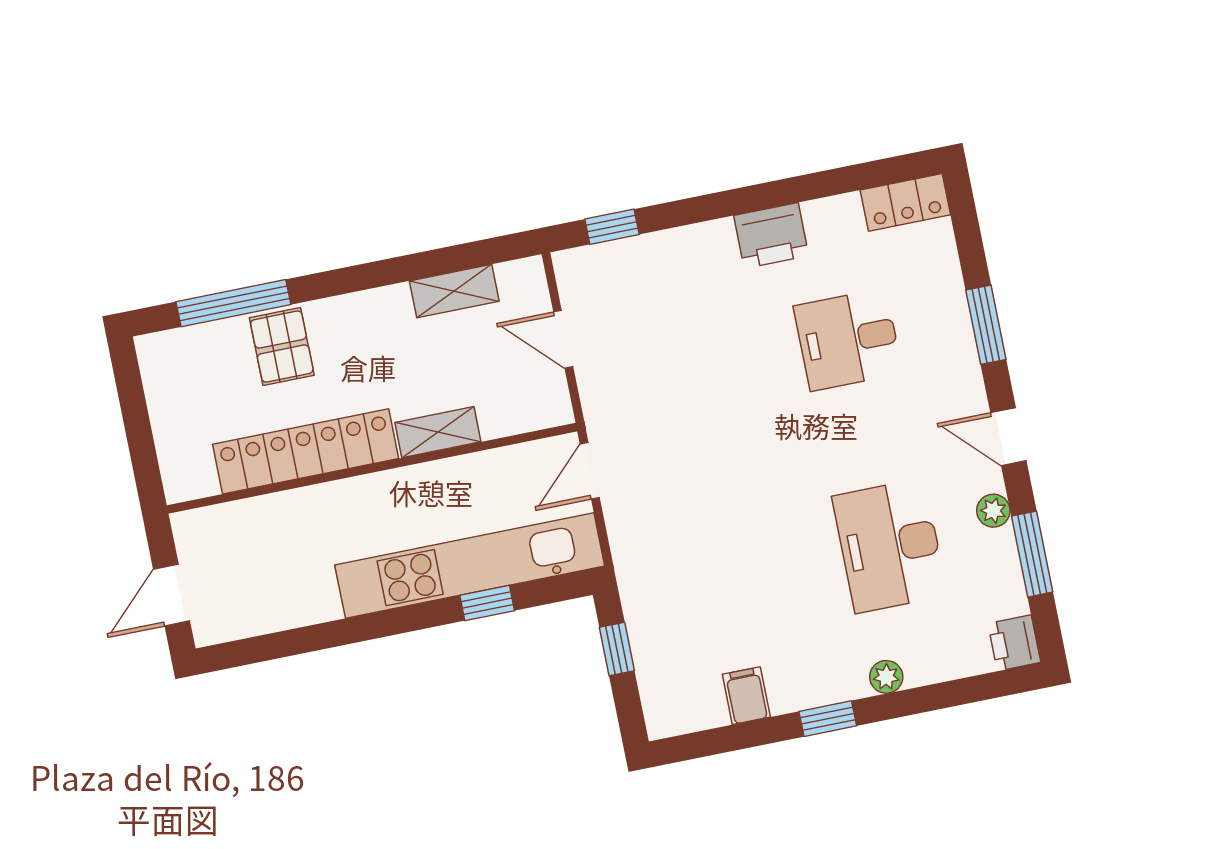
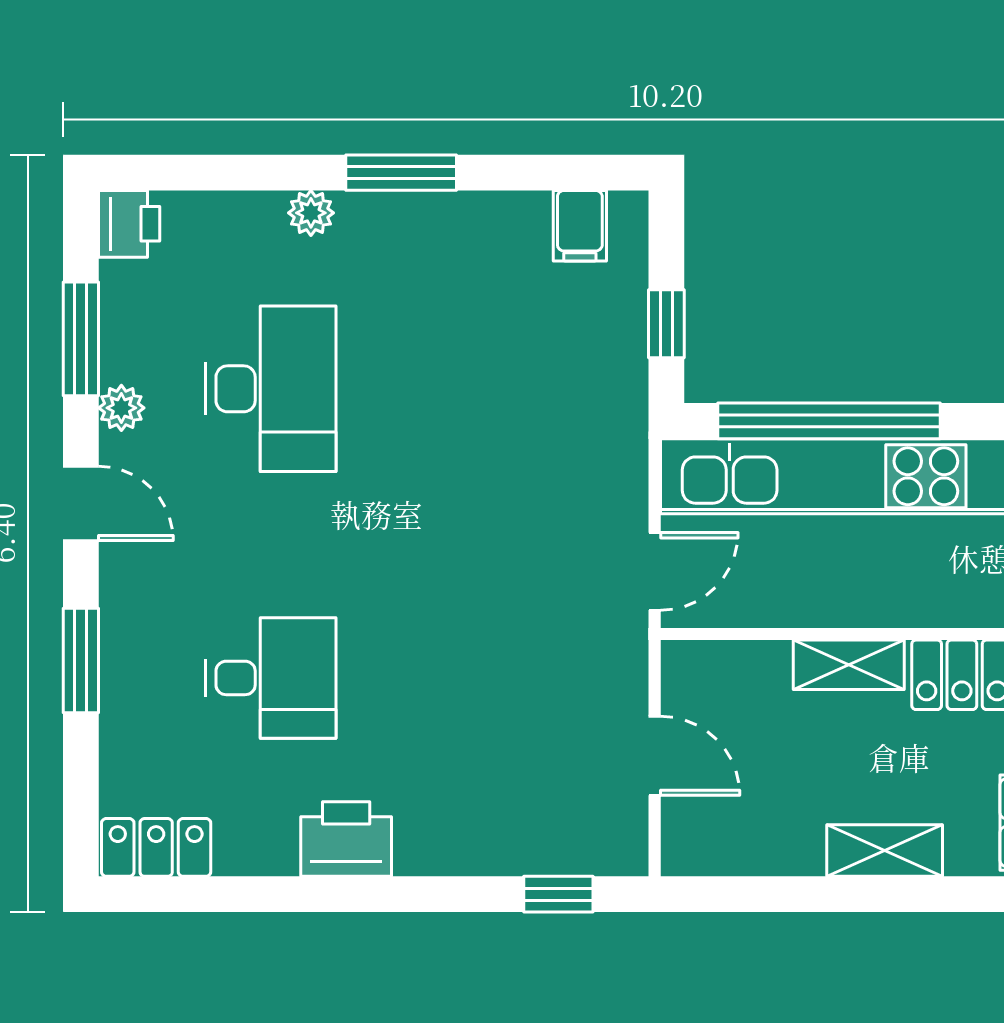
shelving: (454, 291) -> (885, 851), moved
window: (487, 603) -> (829, 421), width x3.17
filing cabinet: (746, 696) -> (580, 226), moved
window: (828, 719) -> (401, 173), width x1.50

